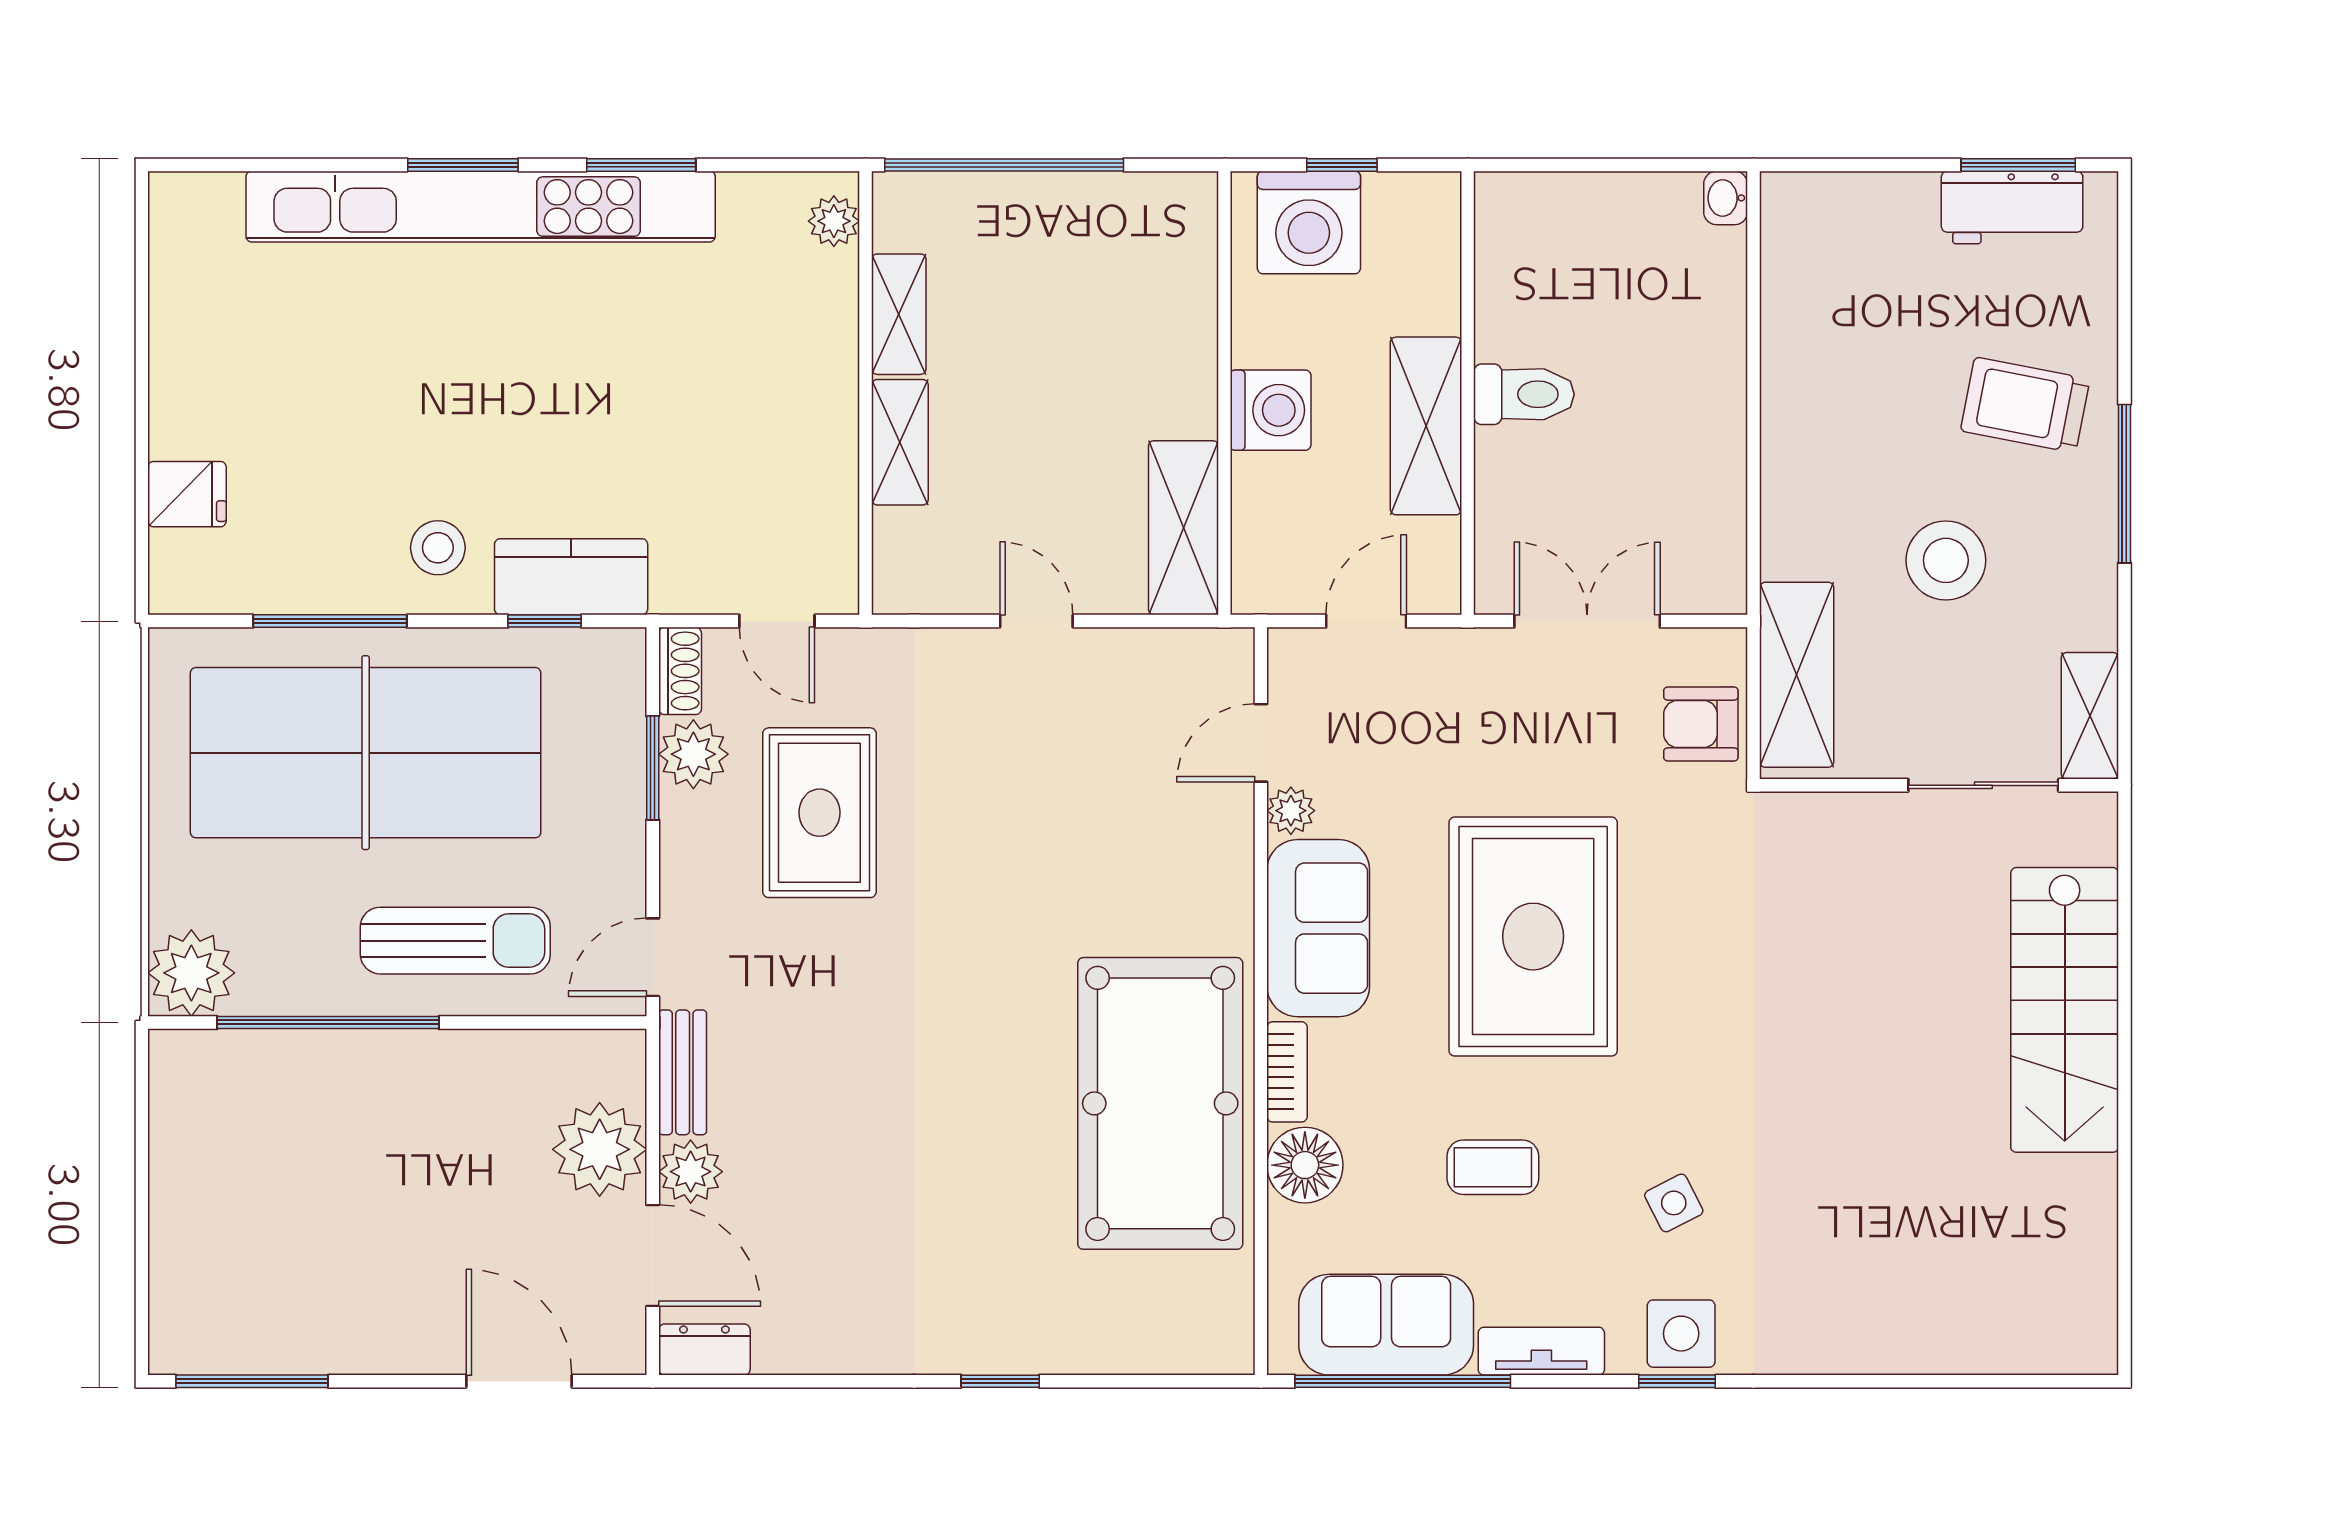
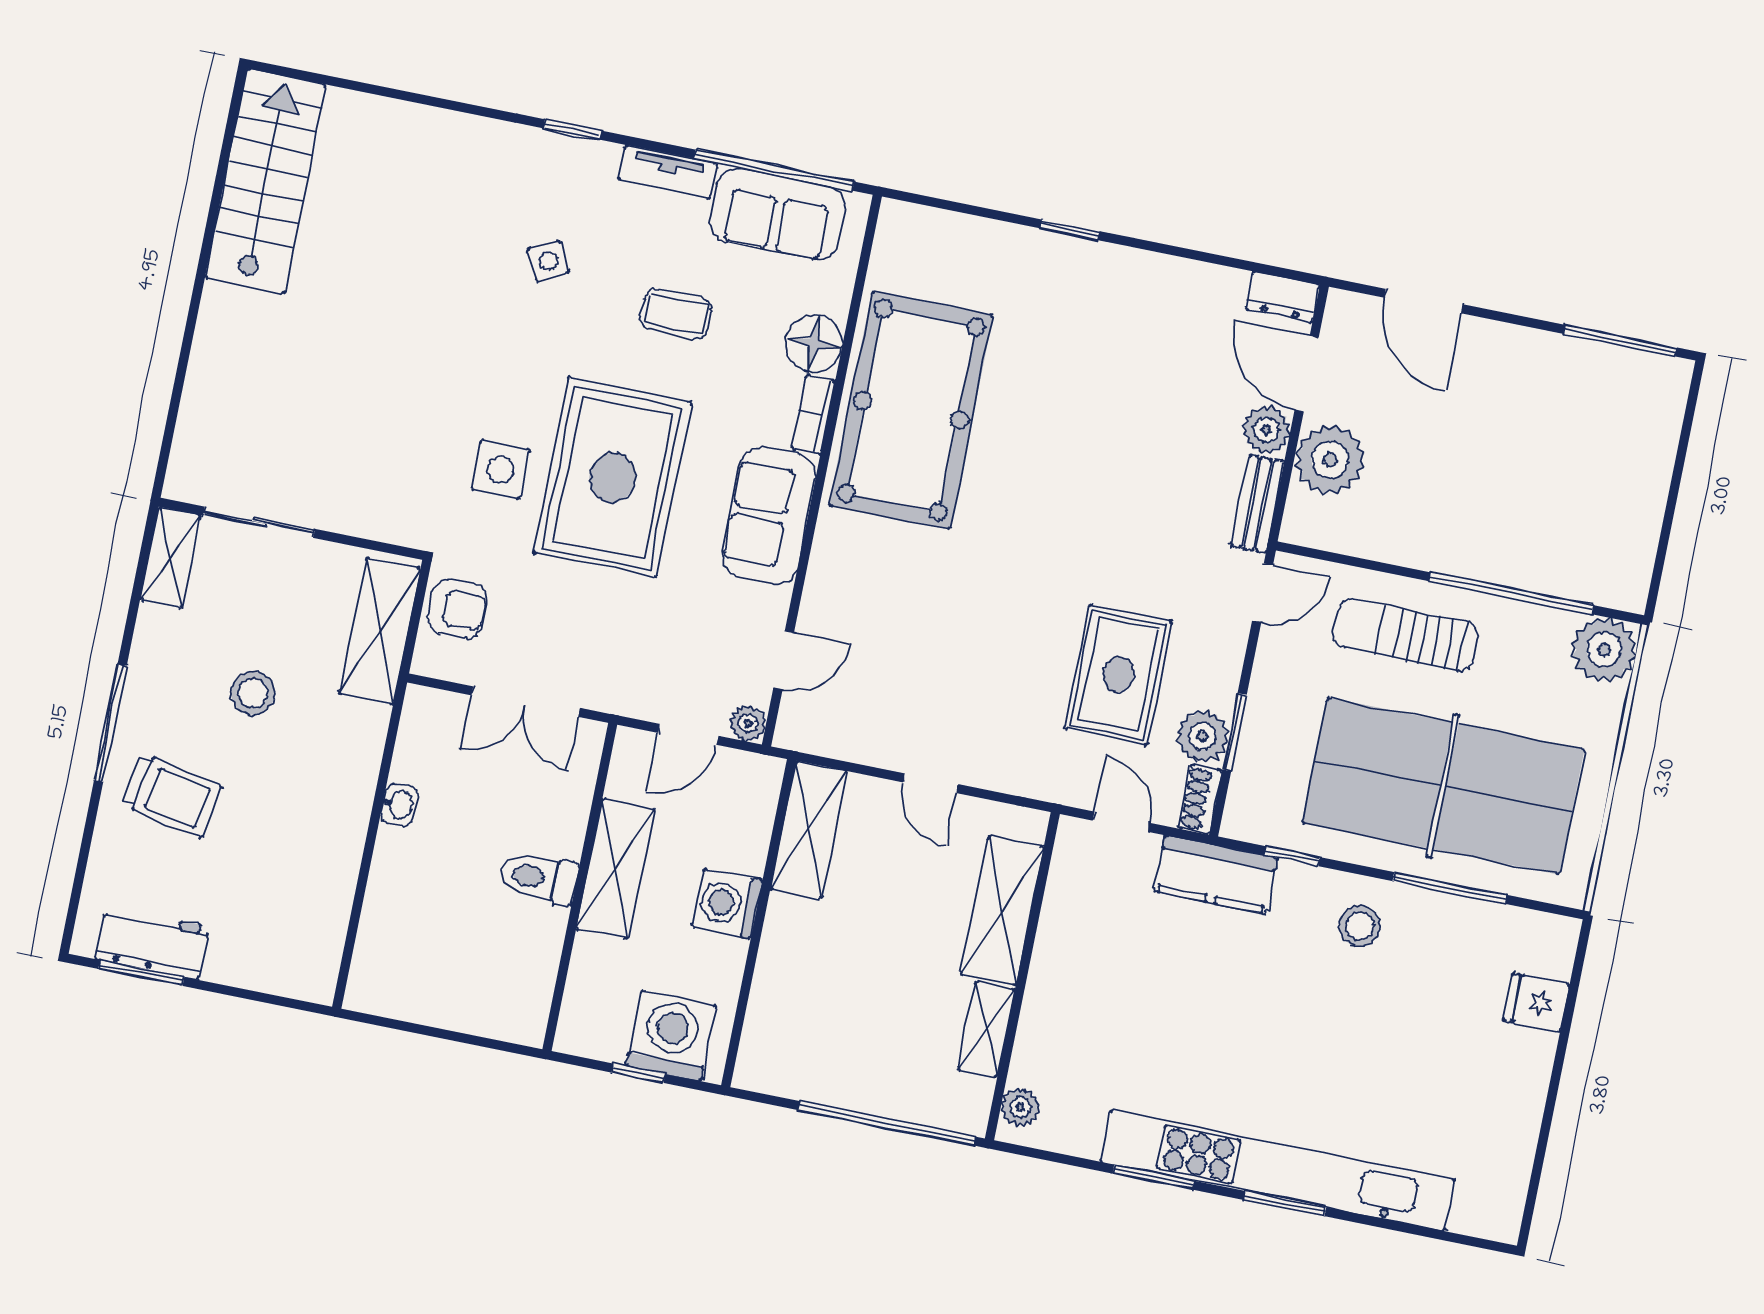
washbasin: (1726, 198) -> (399, 805), moved
shelving: (900, 442) -> (1002, 910), width x1.50, depth x1.33
stool: (1946, 560) -> (253, 693), width x0.73, depth x0.73
kitchen counter: (571, 577) -> (1216, 875), moved
plant: (1291, 811) -> (748, 724), moved
stairs: (2065, 1010) -> (265, 181), moved
side table: (1681, 1334) -> (500, 469), moved

